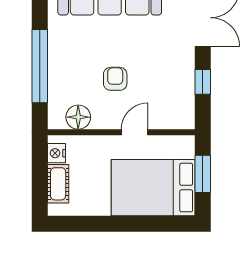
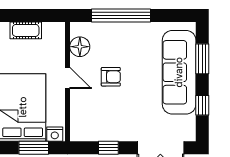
door: (135, 132) -> (67, 78), moved
nightstand: (56, 153) -> (55, 134), moved, turned 180

